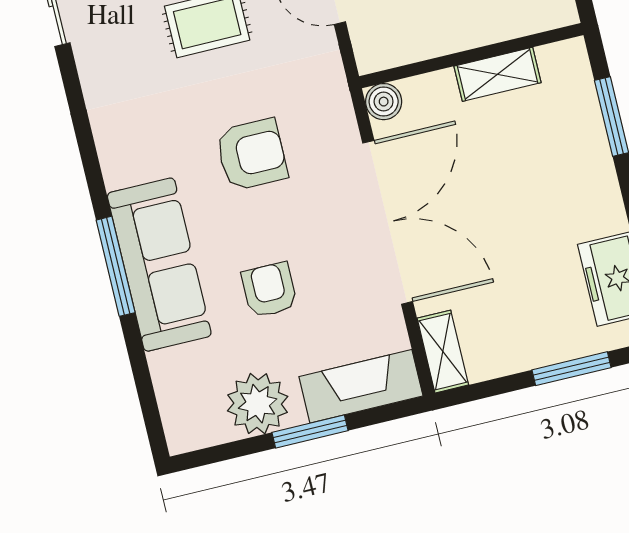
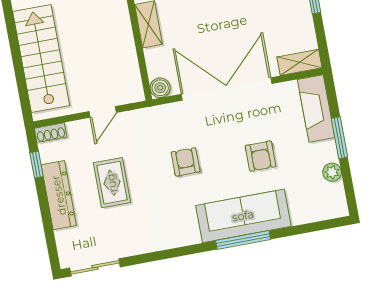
armchair: (252, 155) -> (186, 162), width x0.72, depth x0.72
armchair: (269, 290) -> (261, 156), turned -90
plant: (258, 404) -> (332, 172), width x0.53, depth x0.53

